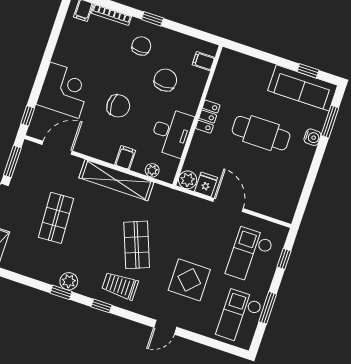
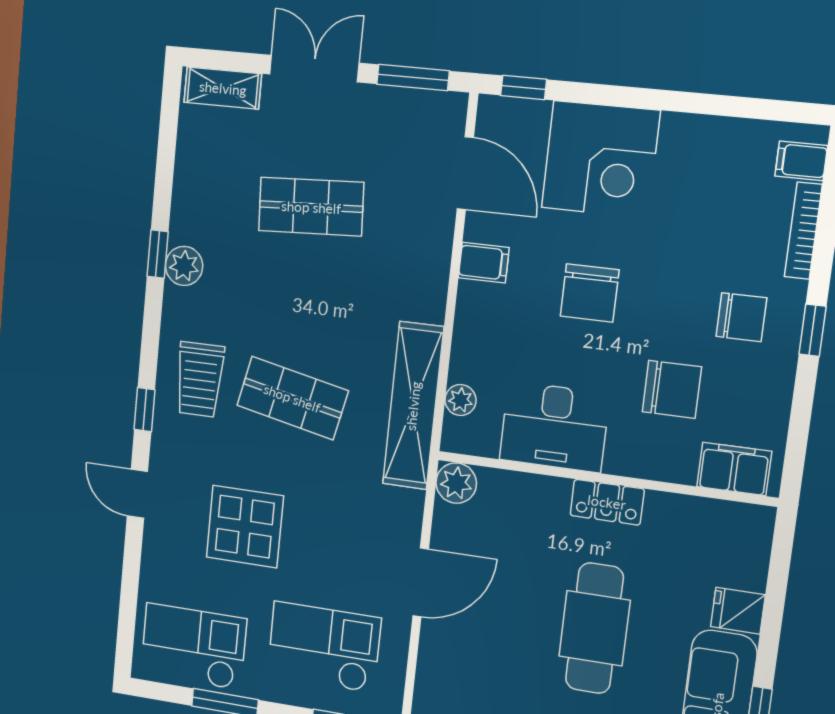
filing cabinet: (203, 61) -> (734, 469), width x2.00
filing cabinet: (125, 158) -> (484, 263), moved
shelving: (116, 180) -> (413, 406), moved
fridge: (206, 185) -> (738, 611), moved, turned 180
shop shelf: (137, 245) -> (292, 398), turned 33
trolley: (120, 286) -> (200, 379), turned 180
window: (102, 306) -> (145, 410), moved

